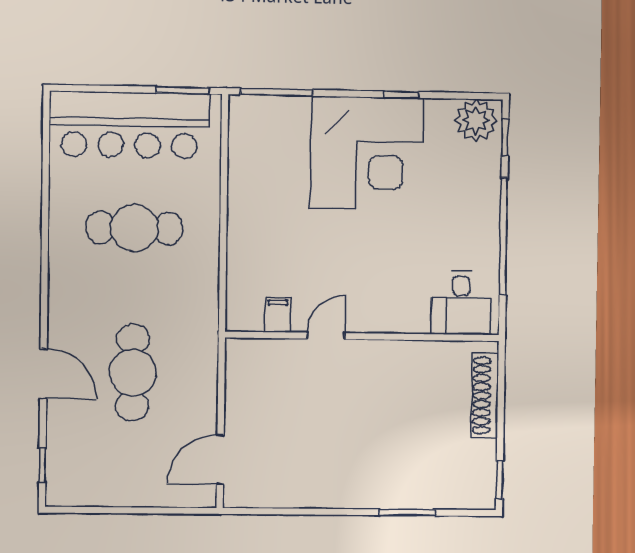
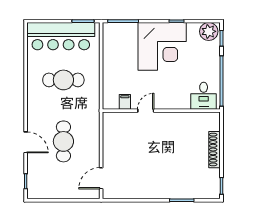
desk: (461, 303) -> (204, 96), moved
filing cabinet: (278, 315) -> (125, 102), moved
door: (326, 336) -> (146, 111), moved
wall: (362, 336) -> (161, 111), moved

